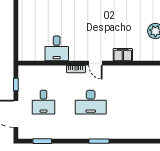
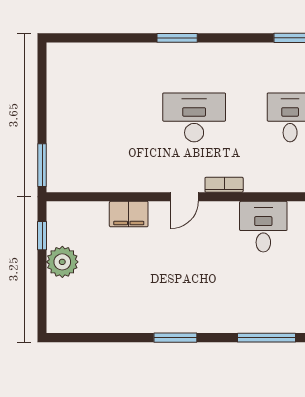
door: (95, 63) -> (185, 197), swing flipped

